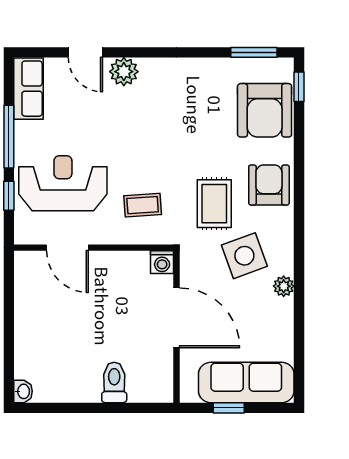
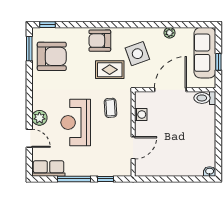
door: (85, 52) -> (29, 138), hinge flipped
armchair: (265, 110) -> (52, 56), moved
reception desk: (63, 183) -> (76, 122), moved
washing machine: (162, 262) -> (141, 114), moved
plant: (284, 286) -> (169, 33), moved
toilet: (114, 382) -> (205, 98), moved

